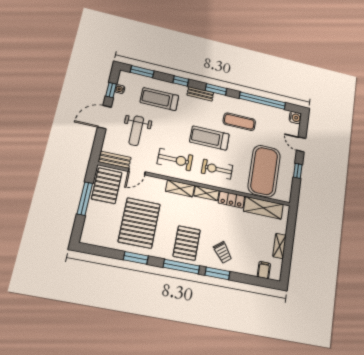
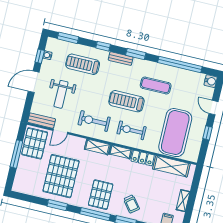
exercise bike: (175, 160) -> (94, 121), turned 180

